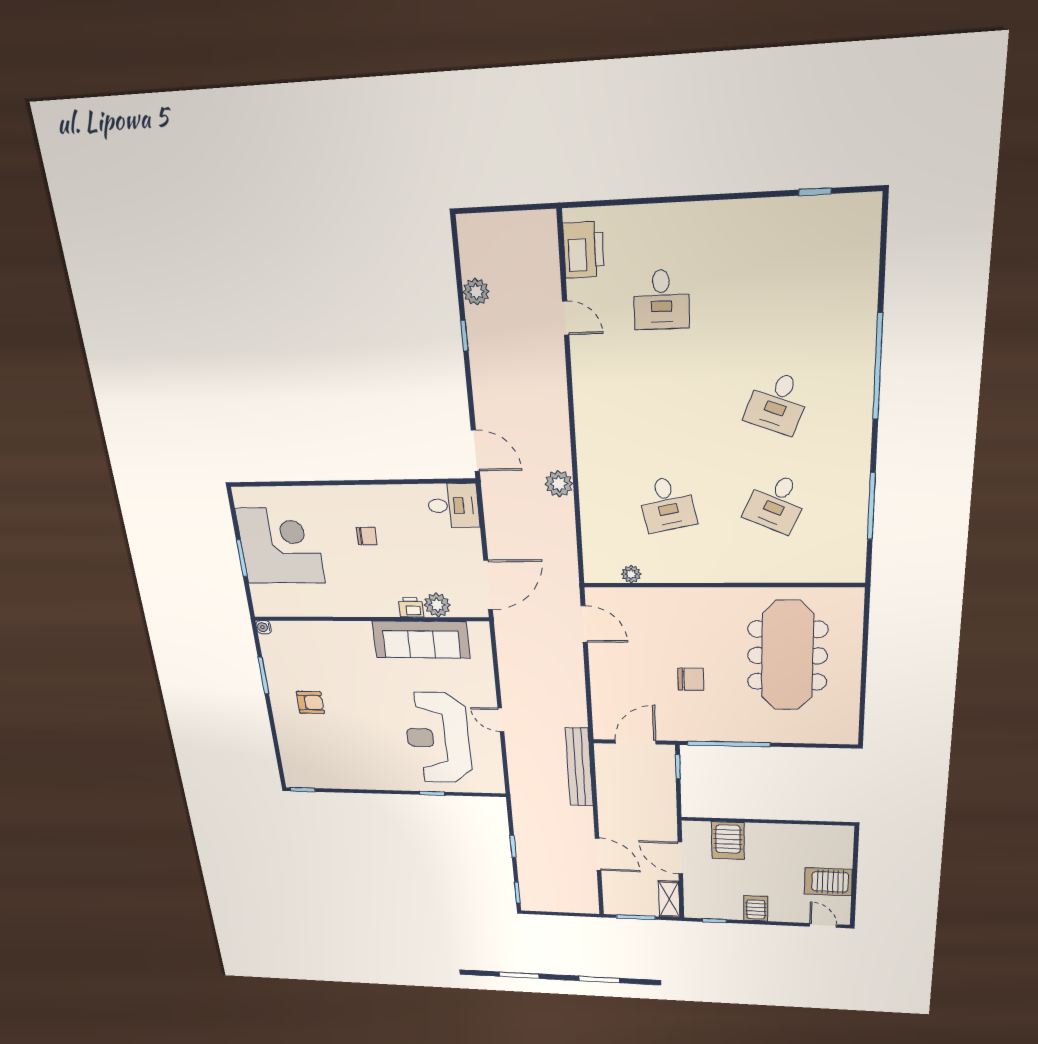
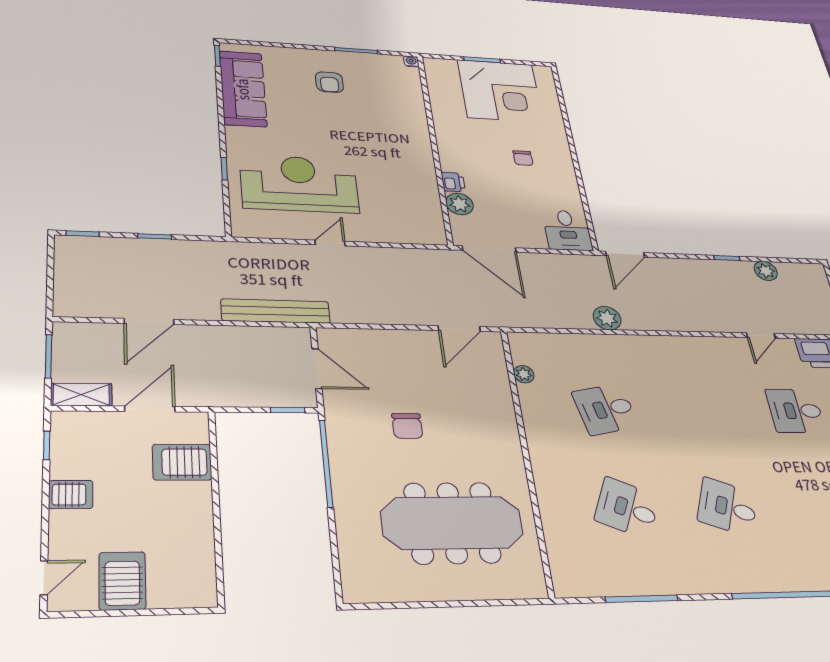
sofa: (421, 640) -> (243, 89), moved, turned 180

